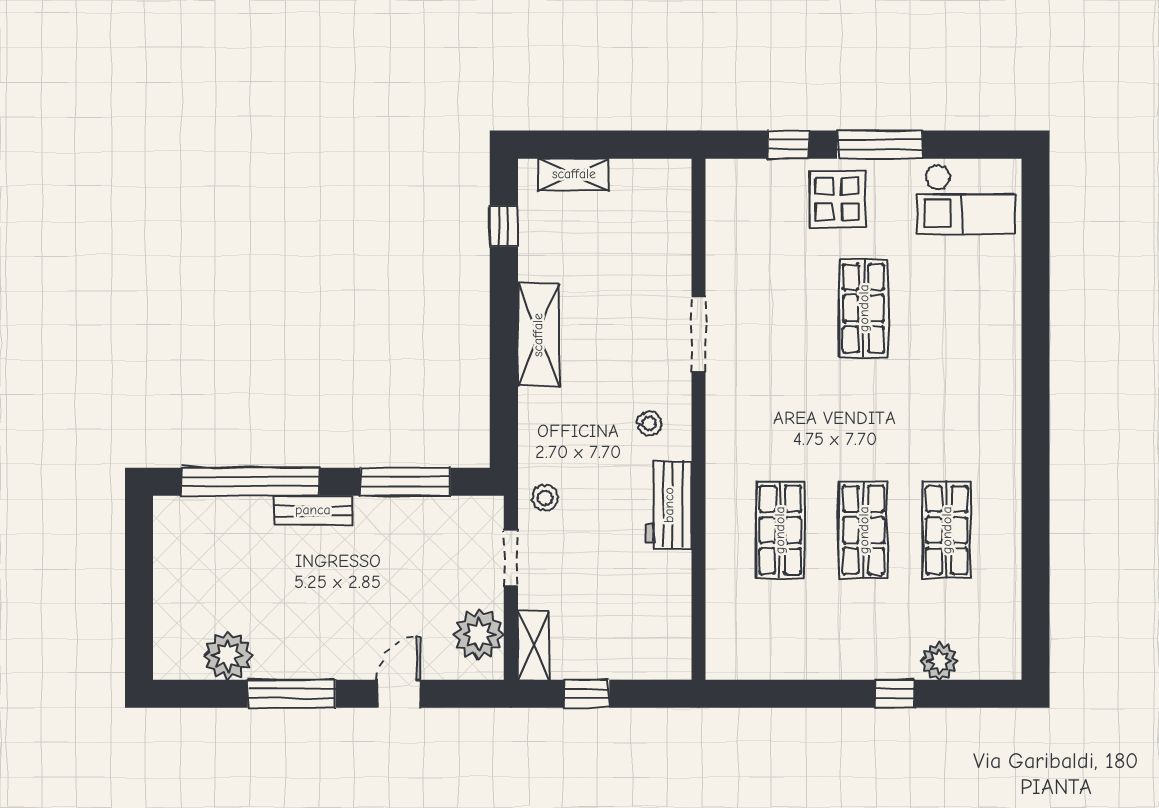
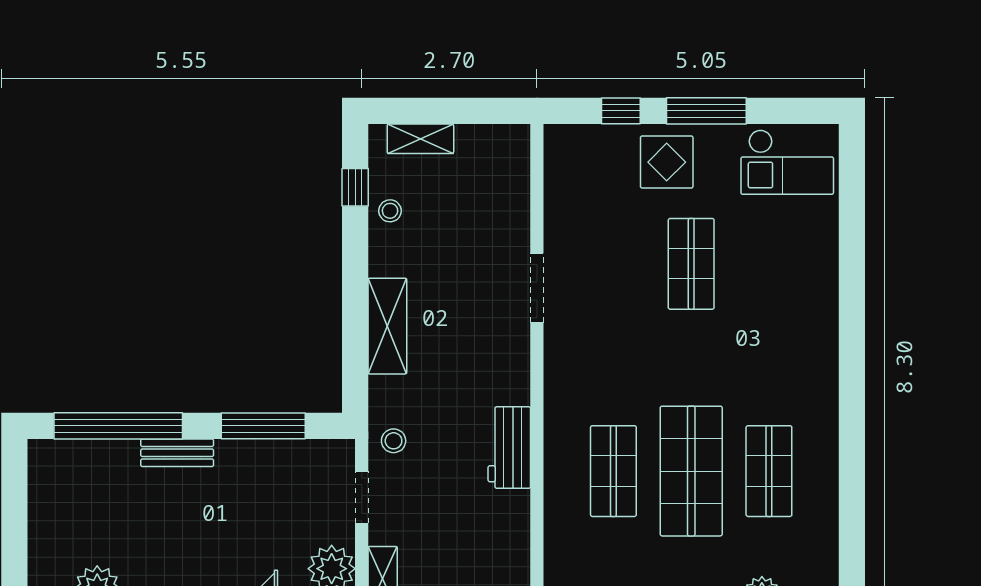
shelving: (538, 335) -> (387, 326), moved
stool: (649, 423) -> (390, 211), moved
shop shelf: (864, 530) -> (691, 471), width x1.43, depth x1.36

